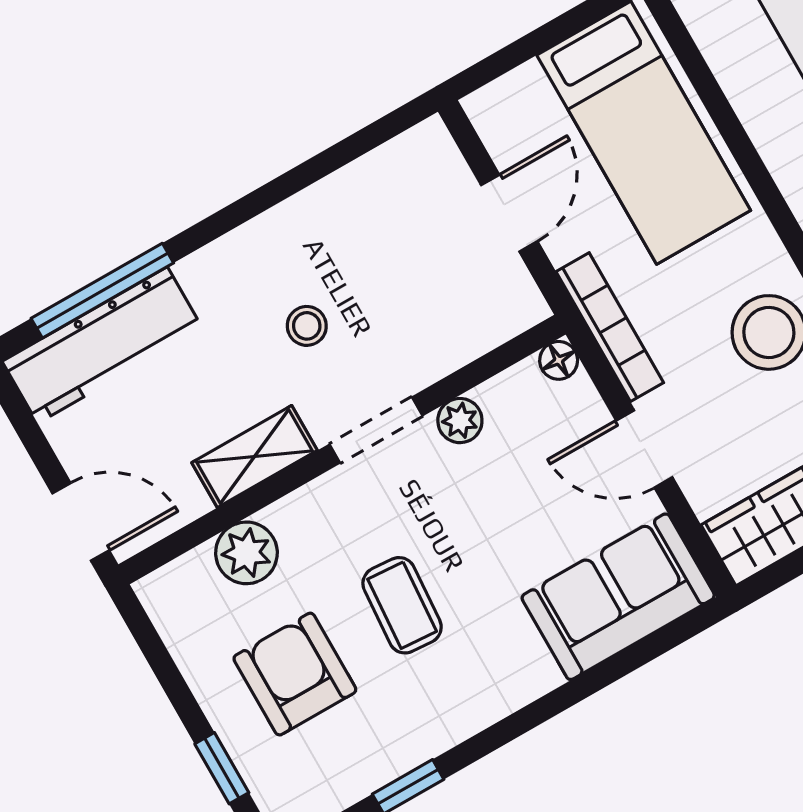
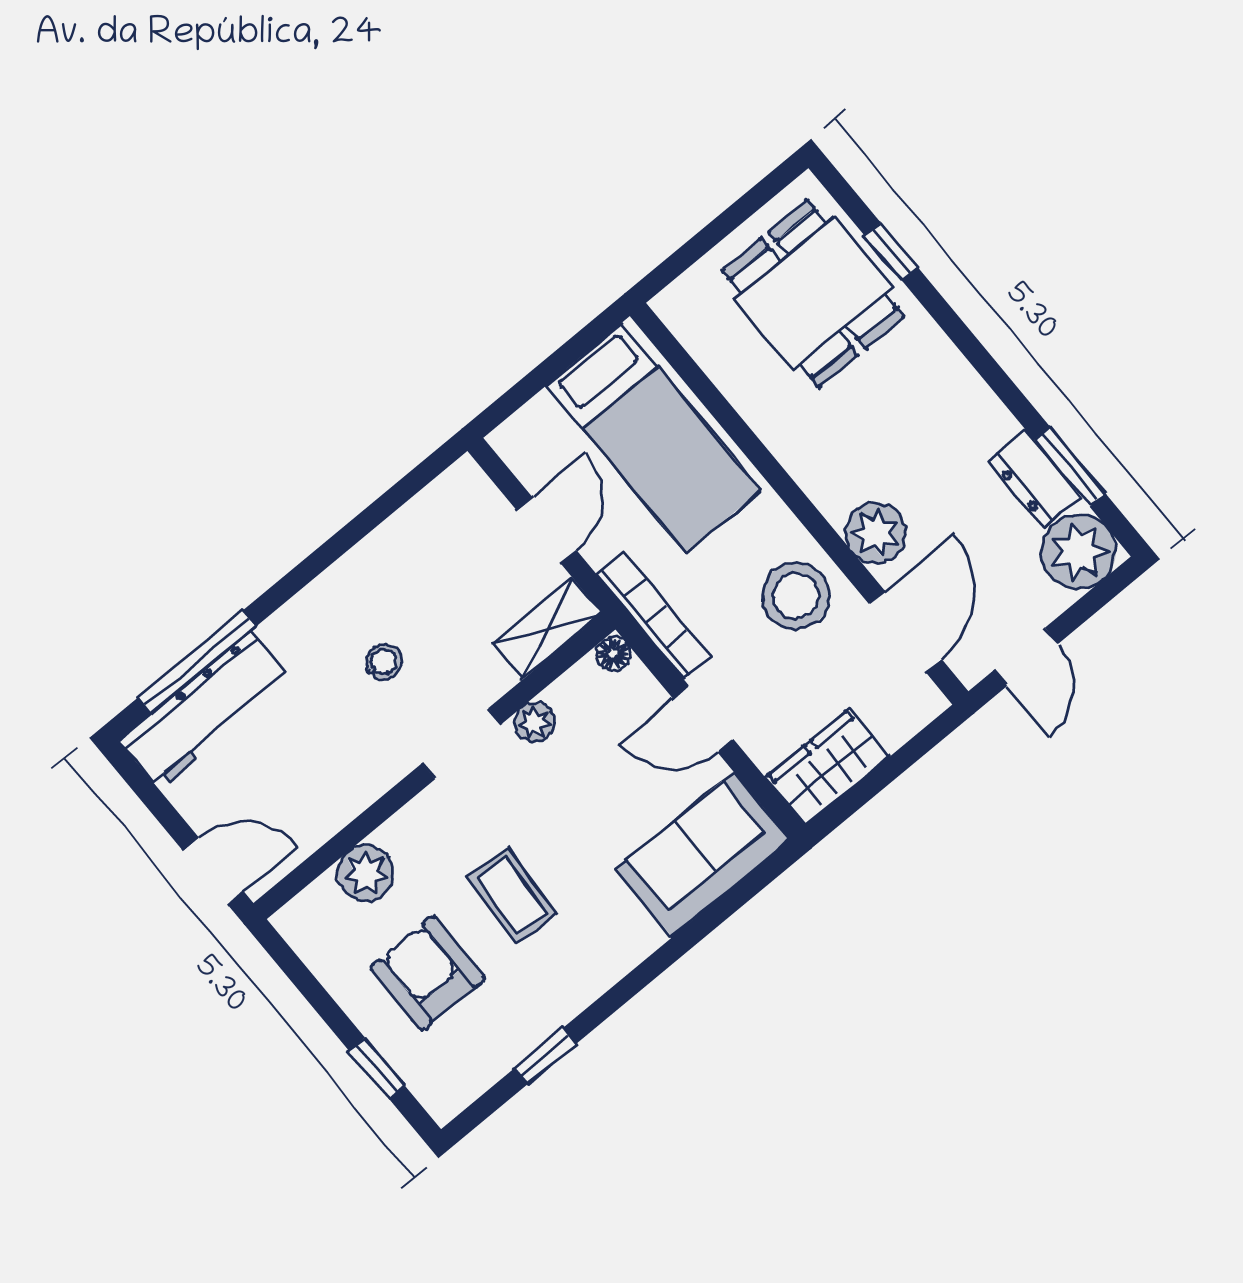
shelving: (255, 457) -> (547, 629), moved

